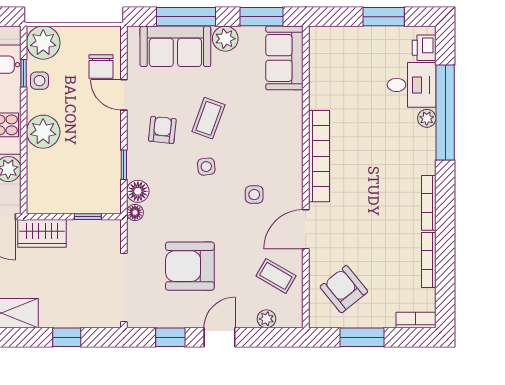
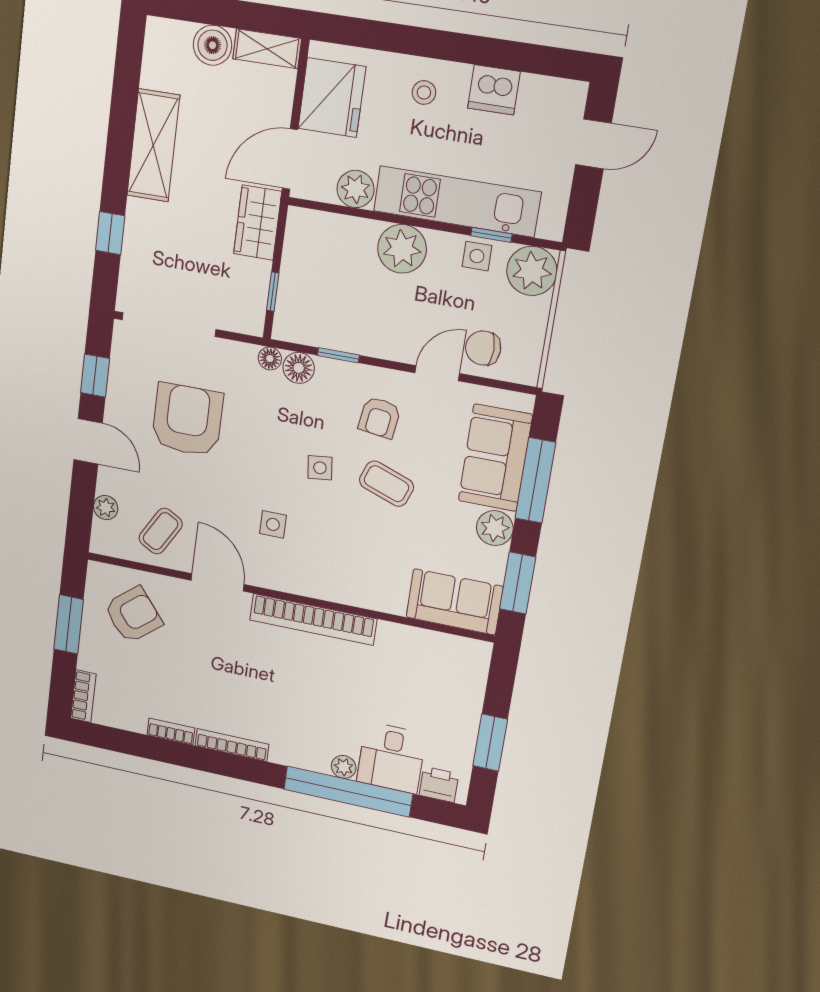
armchair: (162, 130) -> (380, 418), turned 92
bookcase: (429, 260) -> (171, 731), width x0.64

